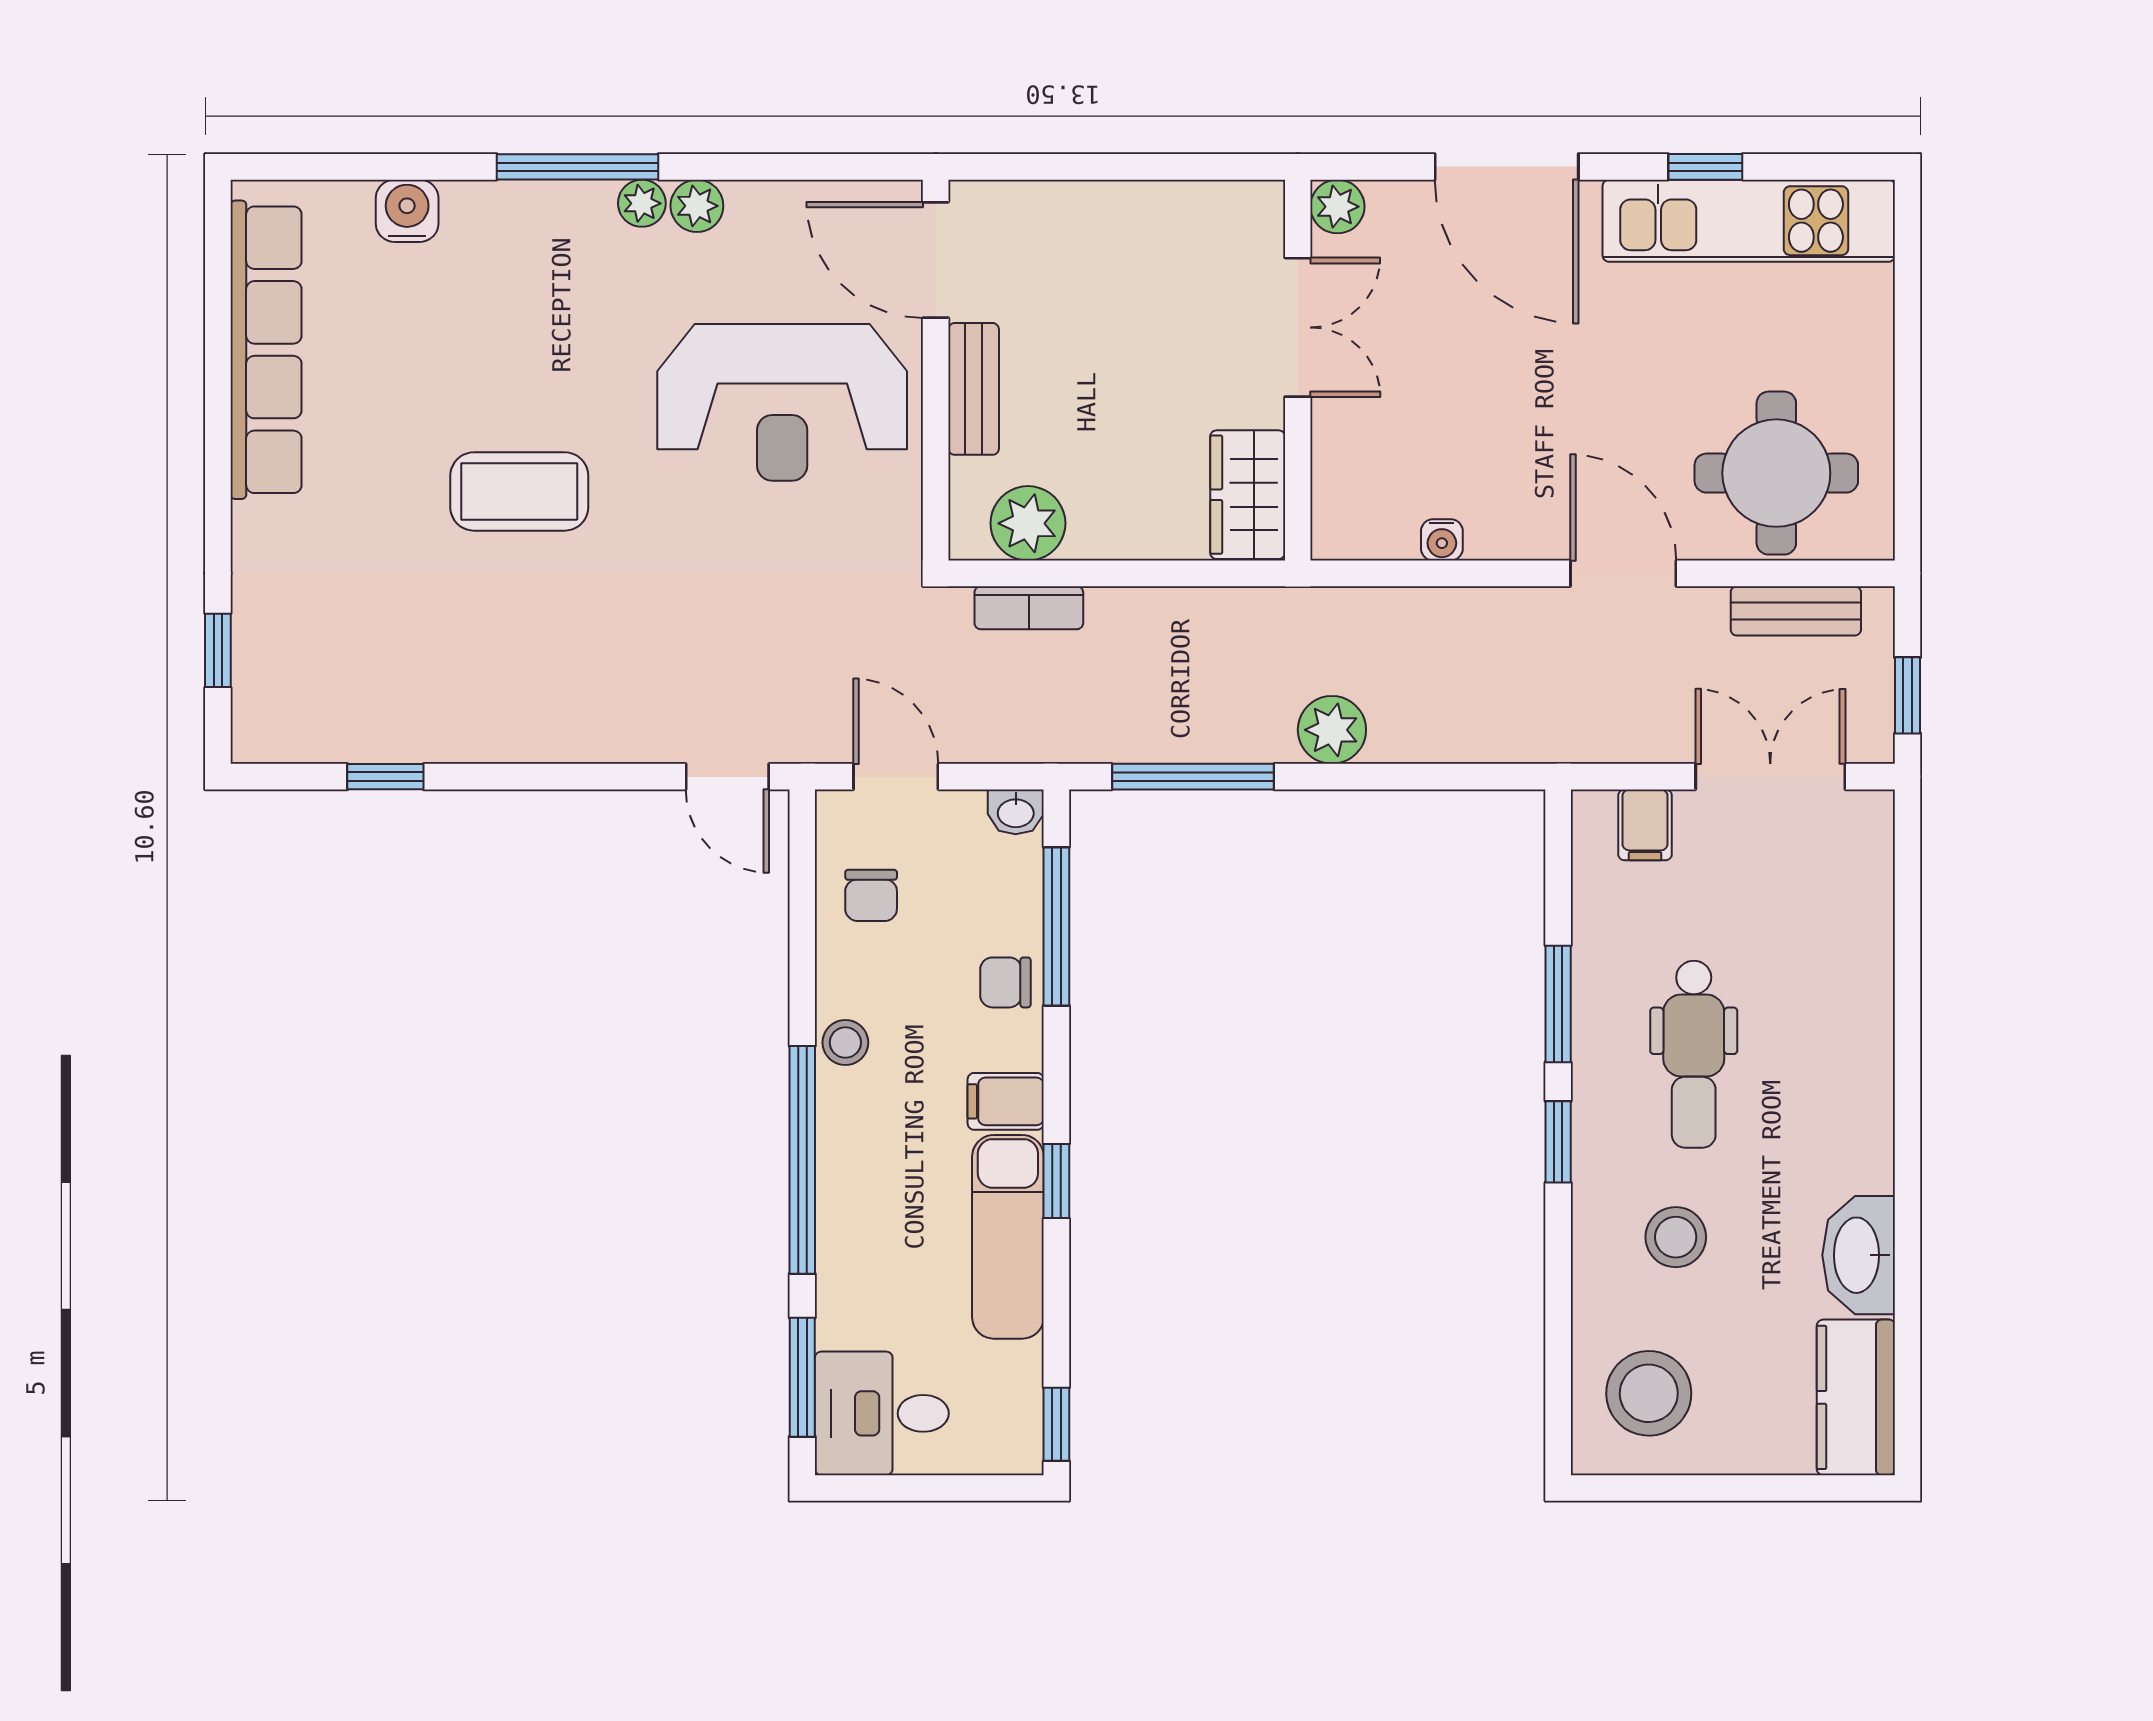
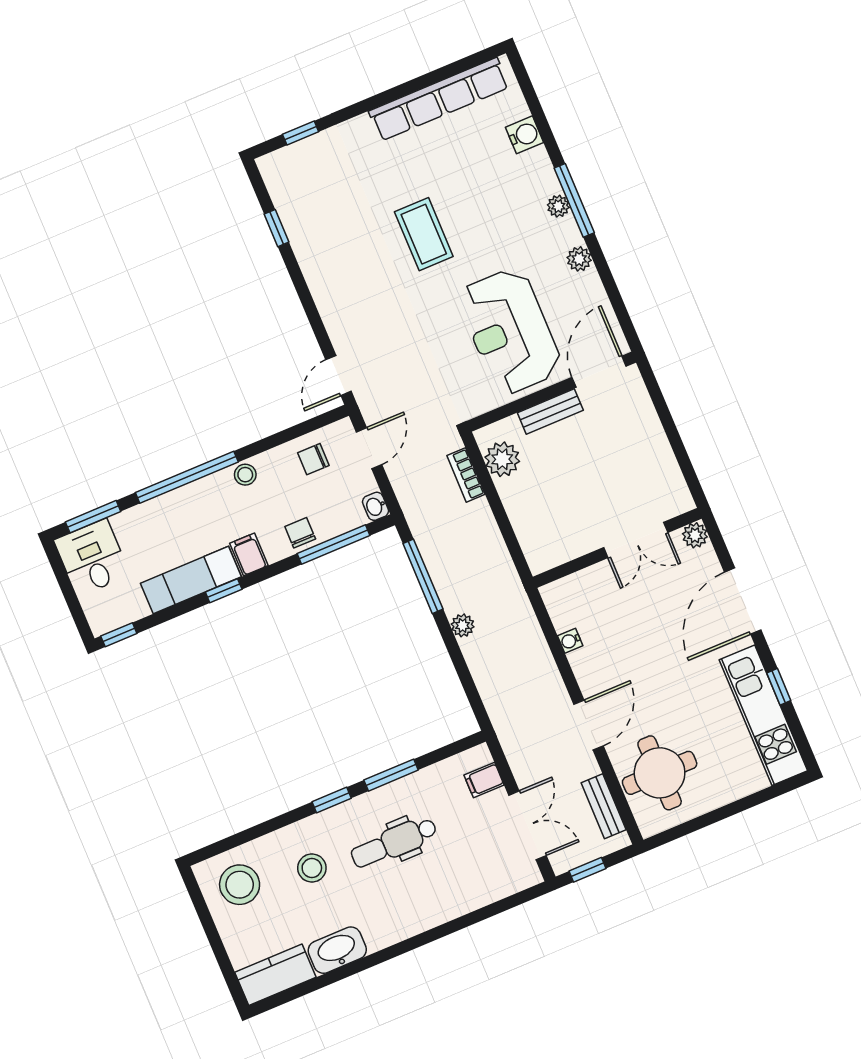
plant: (642, 203) -> (558, 206), moved
wardrobe: (1248, 495) -> (554, 549), removed
plant: (1332, 730) -> (463, 625), width x0.73, depth x0.73

